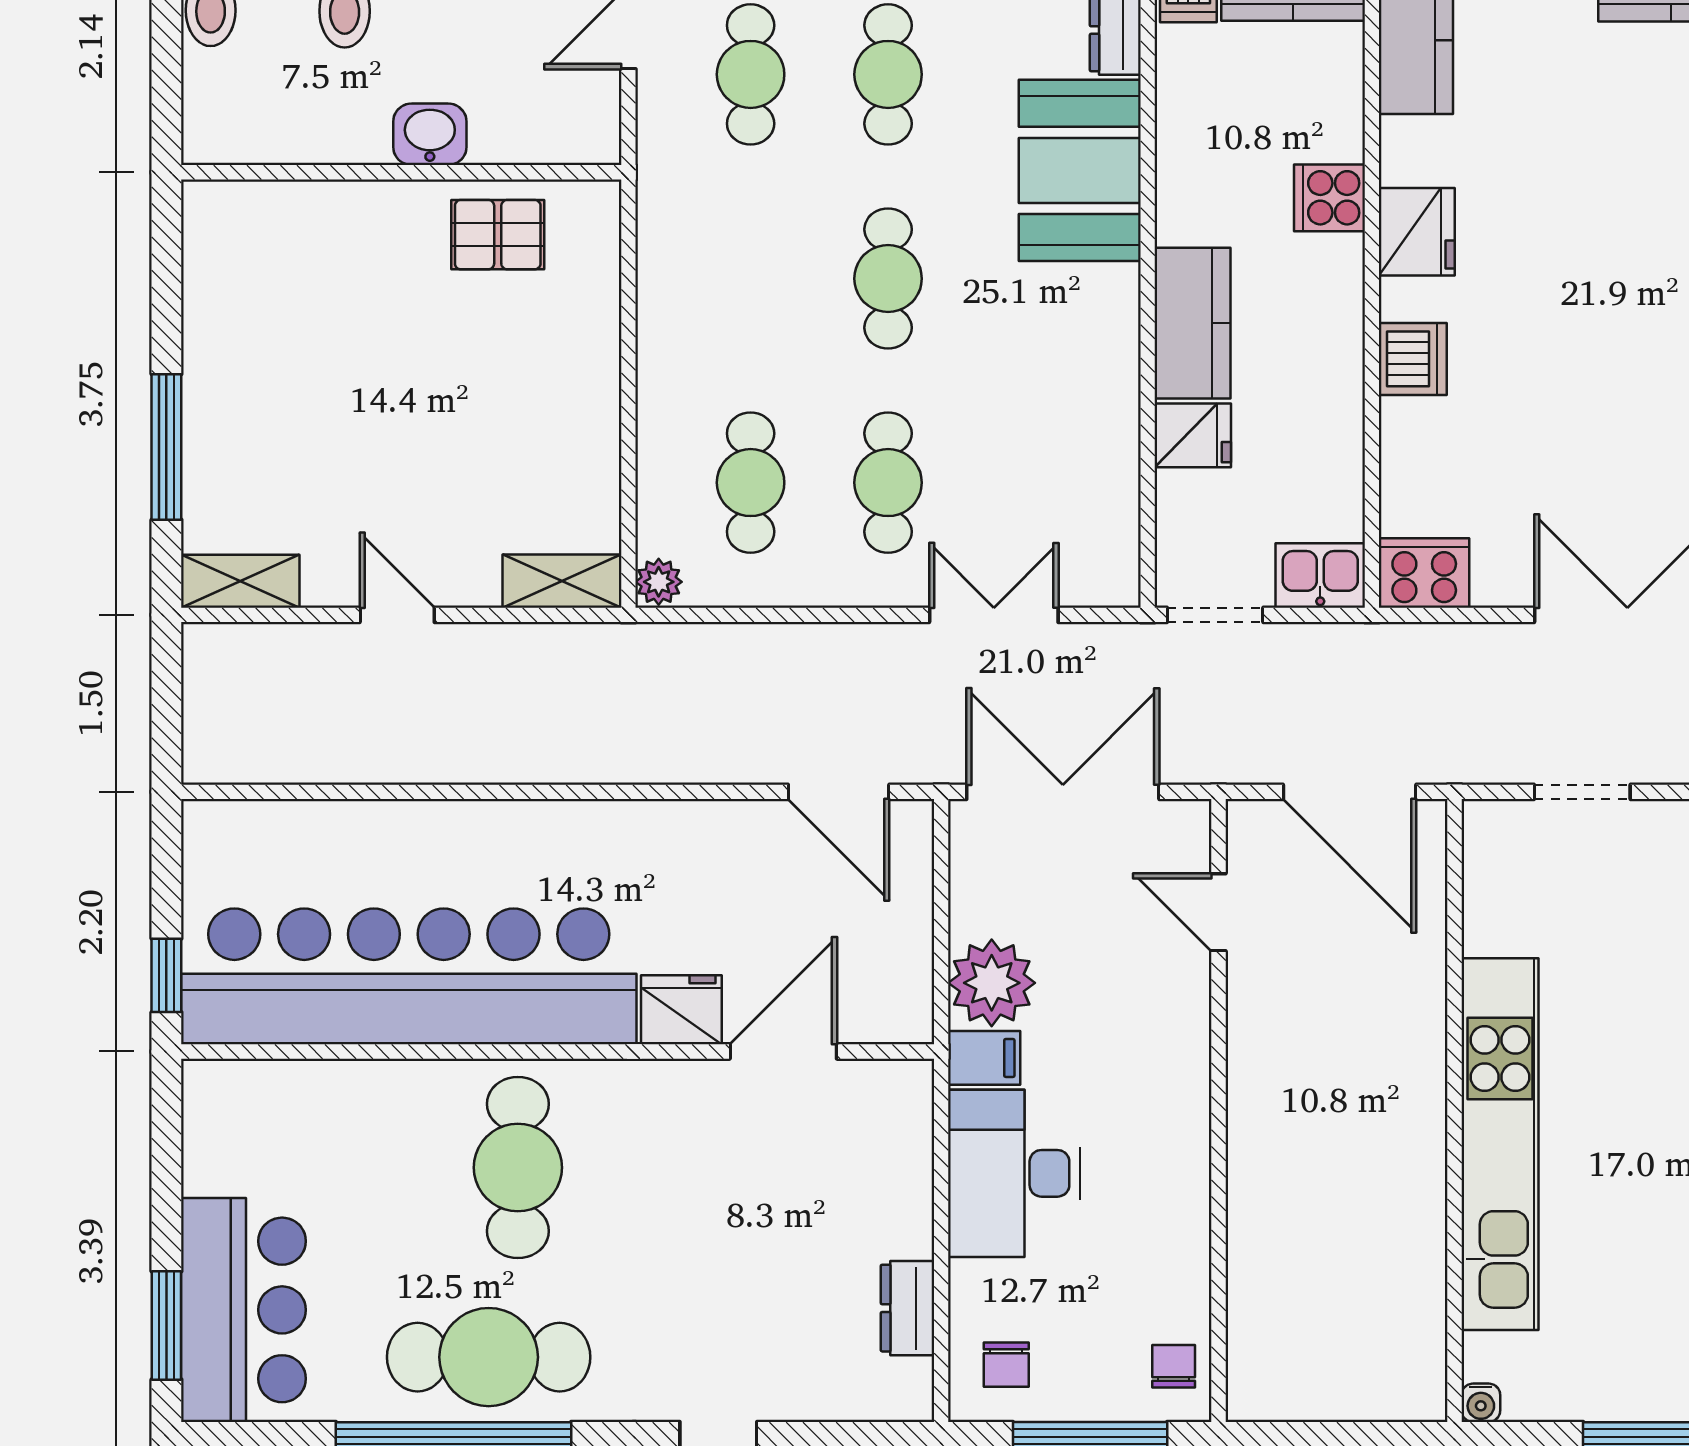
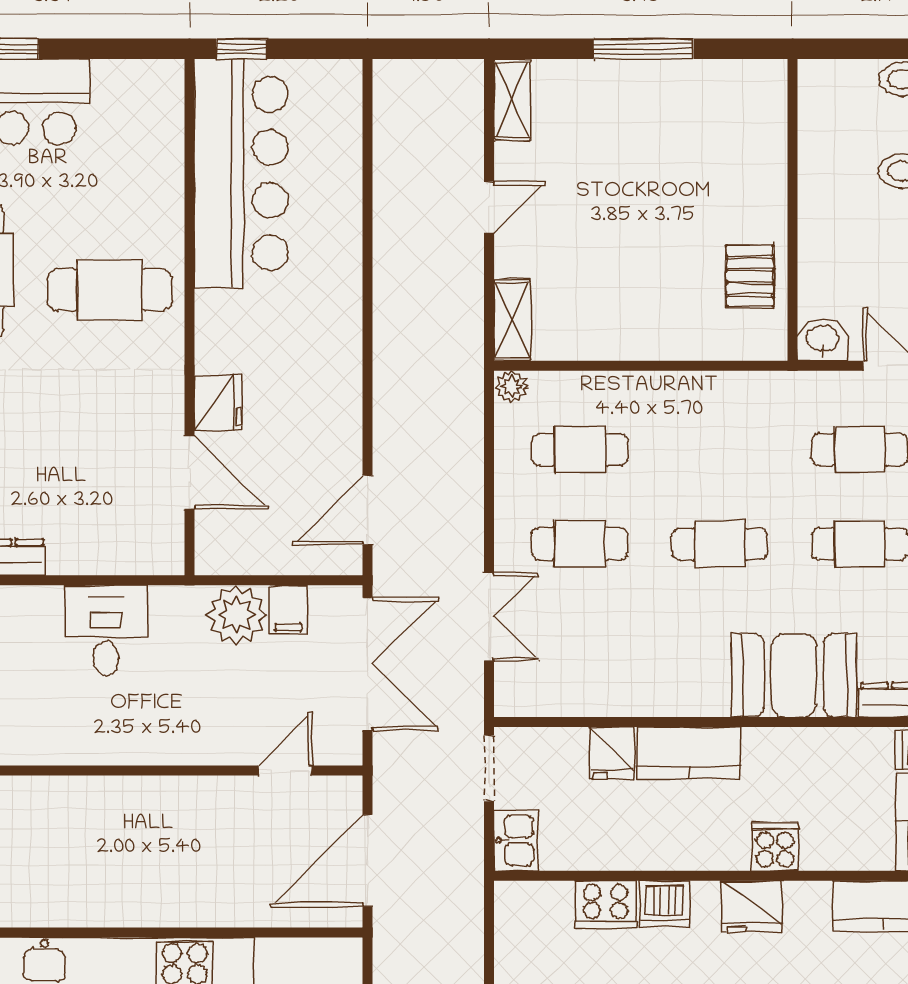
washbasin: (430, 134) -> (823, 340), moved, turned -90
window: (166, 447) -> (643, 49), moved
cooker: (1424, 573) -> (606, 905), moved, turned 90
bar counter: (409, 976) -> (241, 174), width x0.73
filing cabinet: (984, 1058) -> (288, 610), moved
desk: (1014, 1173) -> (106, 630), width x0.73

